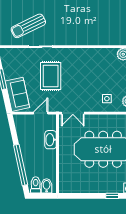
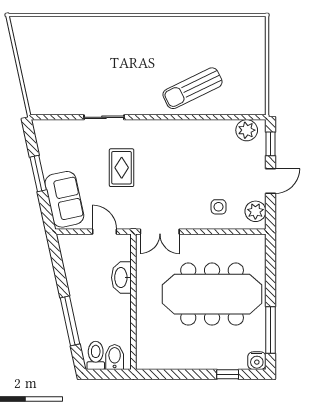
sun lounger: (28, 26) -> (193, 88), moved
rug: (51, 76) -> (122, 168), width x0.73, depth x0.70
door: (41, 113) -> (105, 232), hinge flipped
window: (21, 165) -> (70, 321), width x0.68

